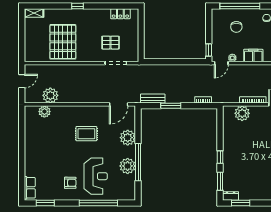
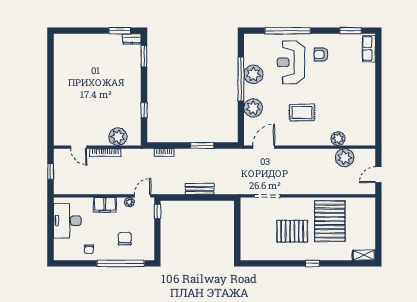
locker: (120, 14) -> (262, 254), removed
pallet: (111, 43) -> (292, 231), moved, width x1.50, depth x1.42
bench: (153, 99) -> (200, 189), moved
plant: (44, 112) -> (338, 139), moved
window: (220, 157) -> (144, 110), moved

